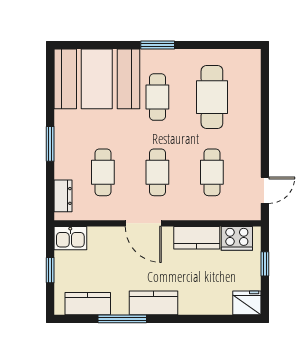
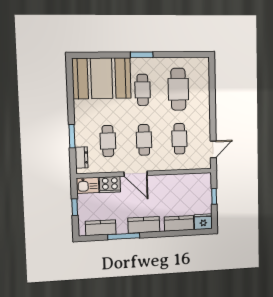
window: (50, 144) -> (72, 136), moved
kitchen counter: (197, 238) -> (179, 223), moved, turned 180
cooker: (237, 238) -> (110, 185), moved

